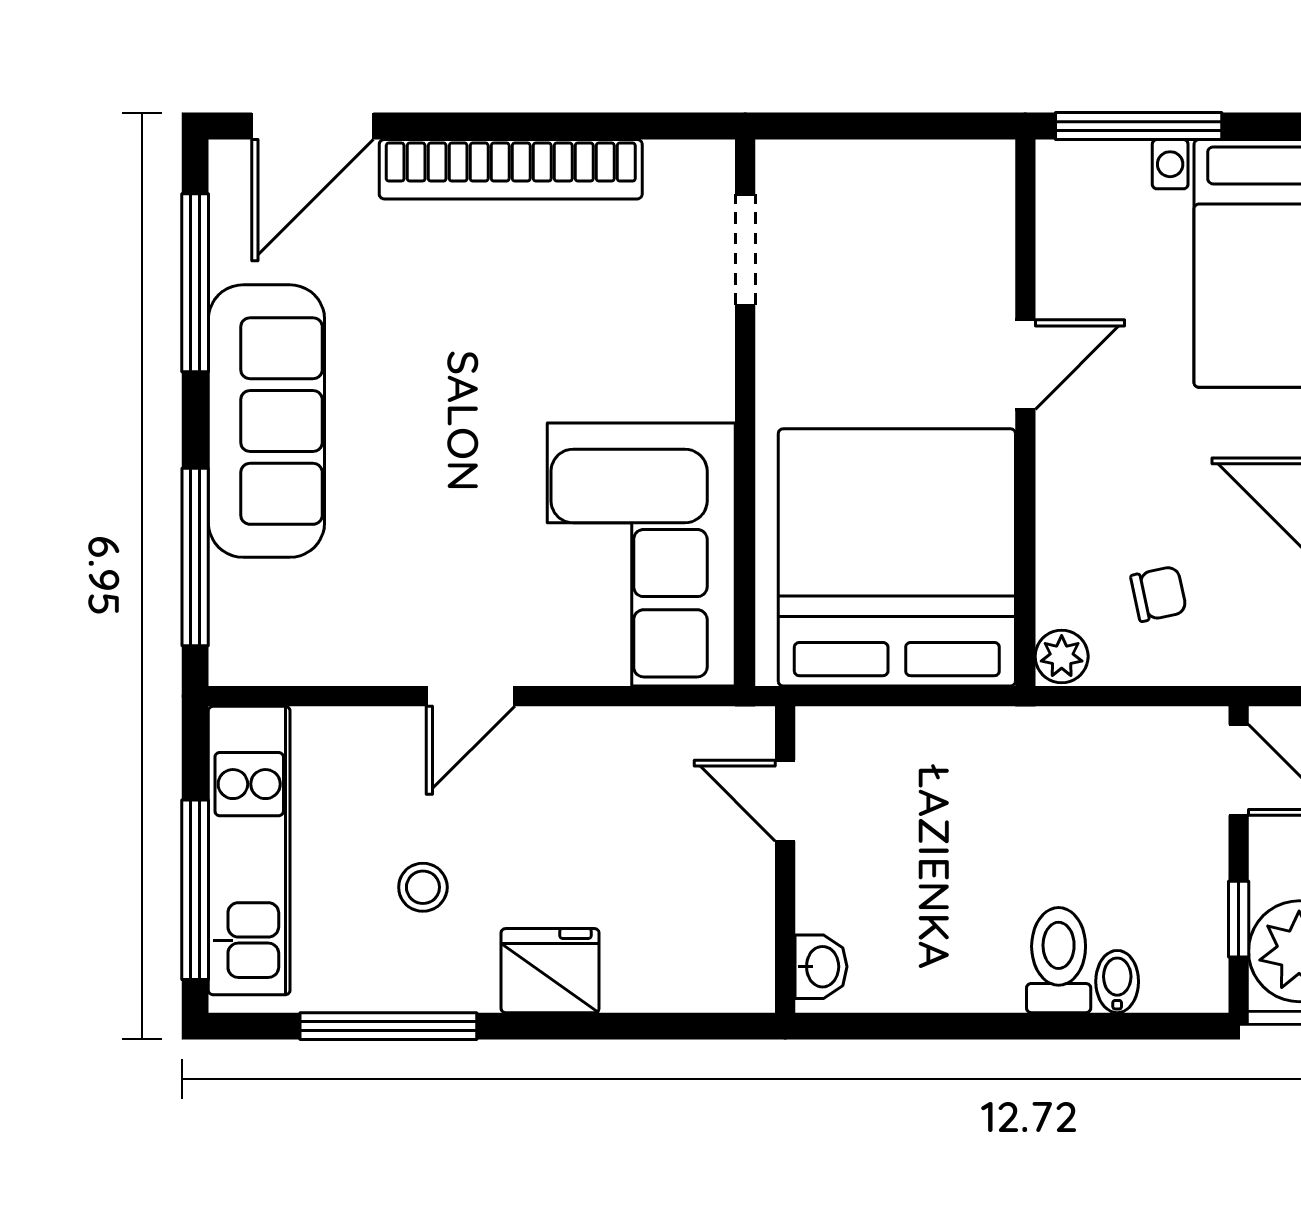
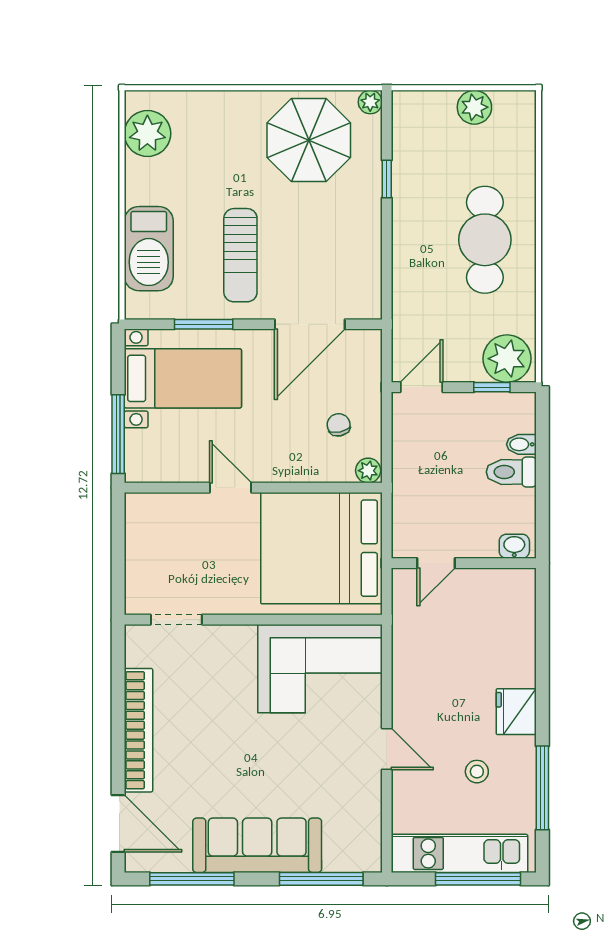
door: (785, 801) -> (436, 563), moved
wall: (785, 859) -> (464, 563), moved
washbasin: (821, 967) -> (514, 546), moved

